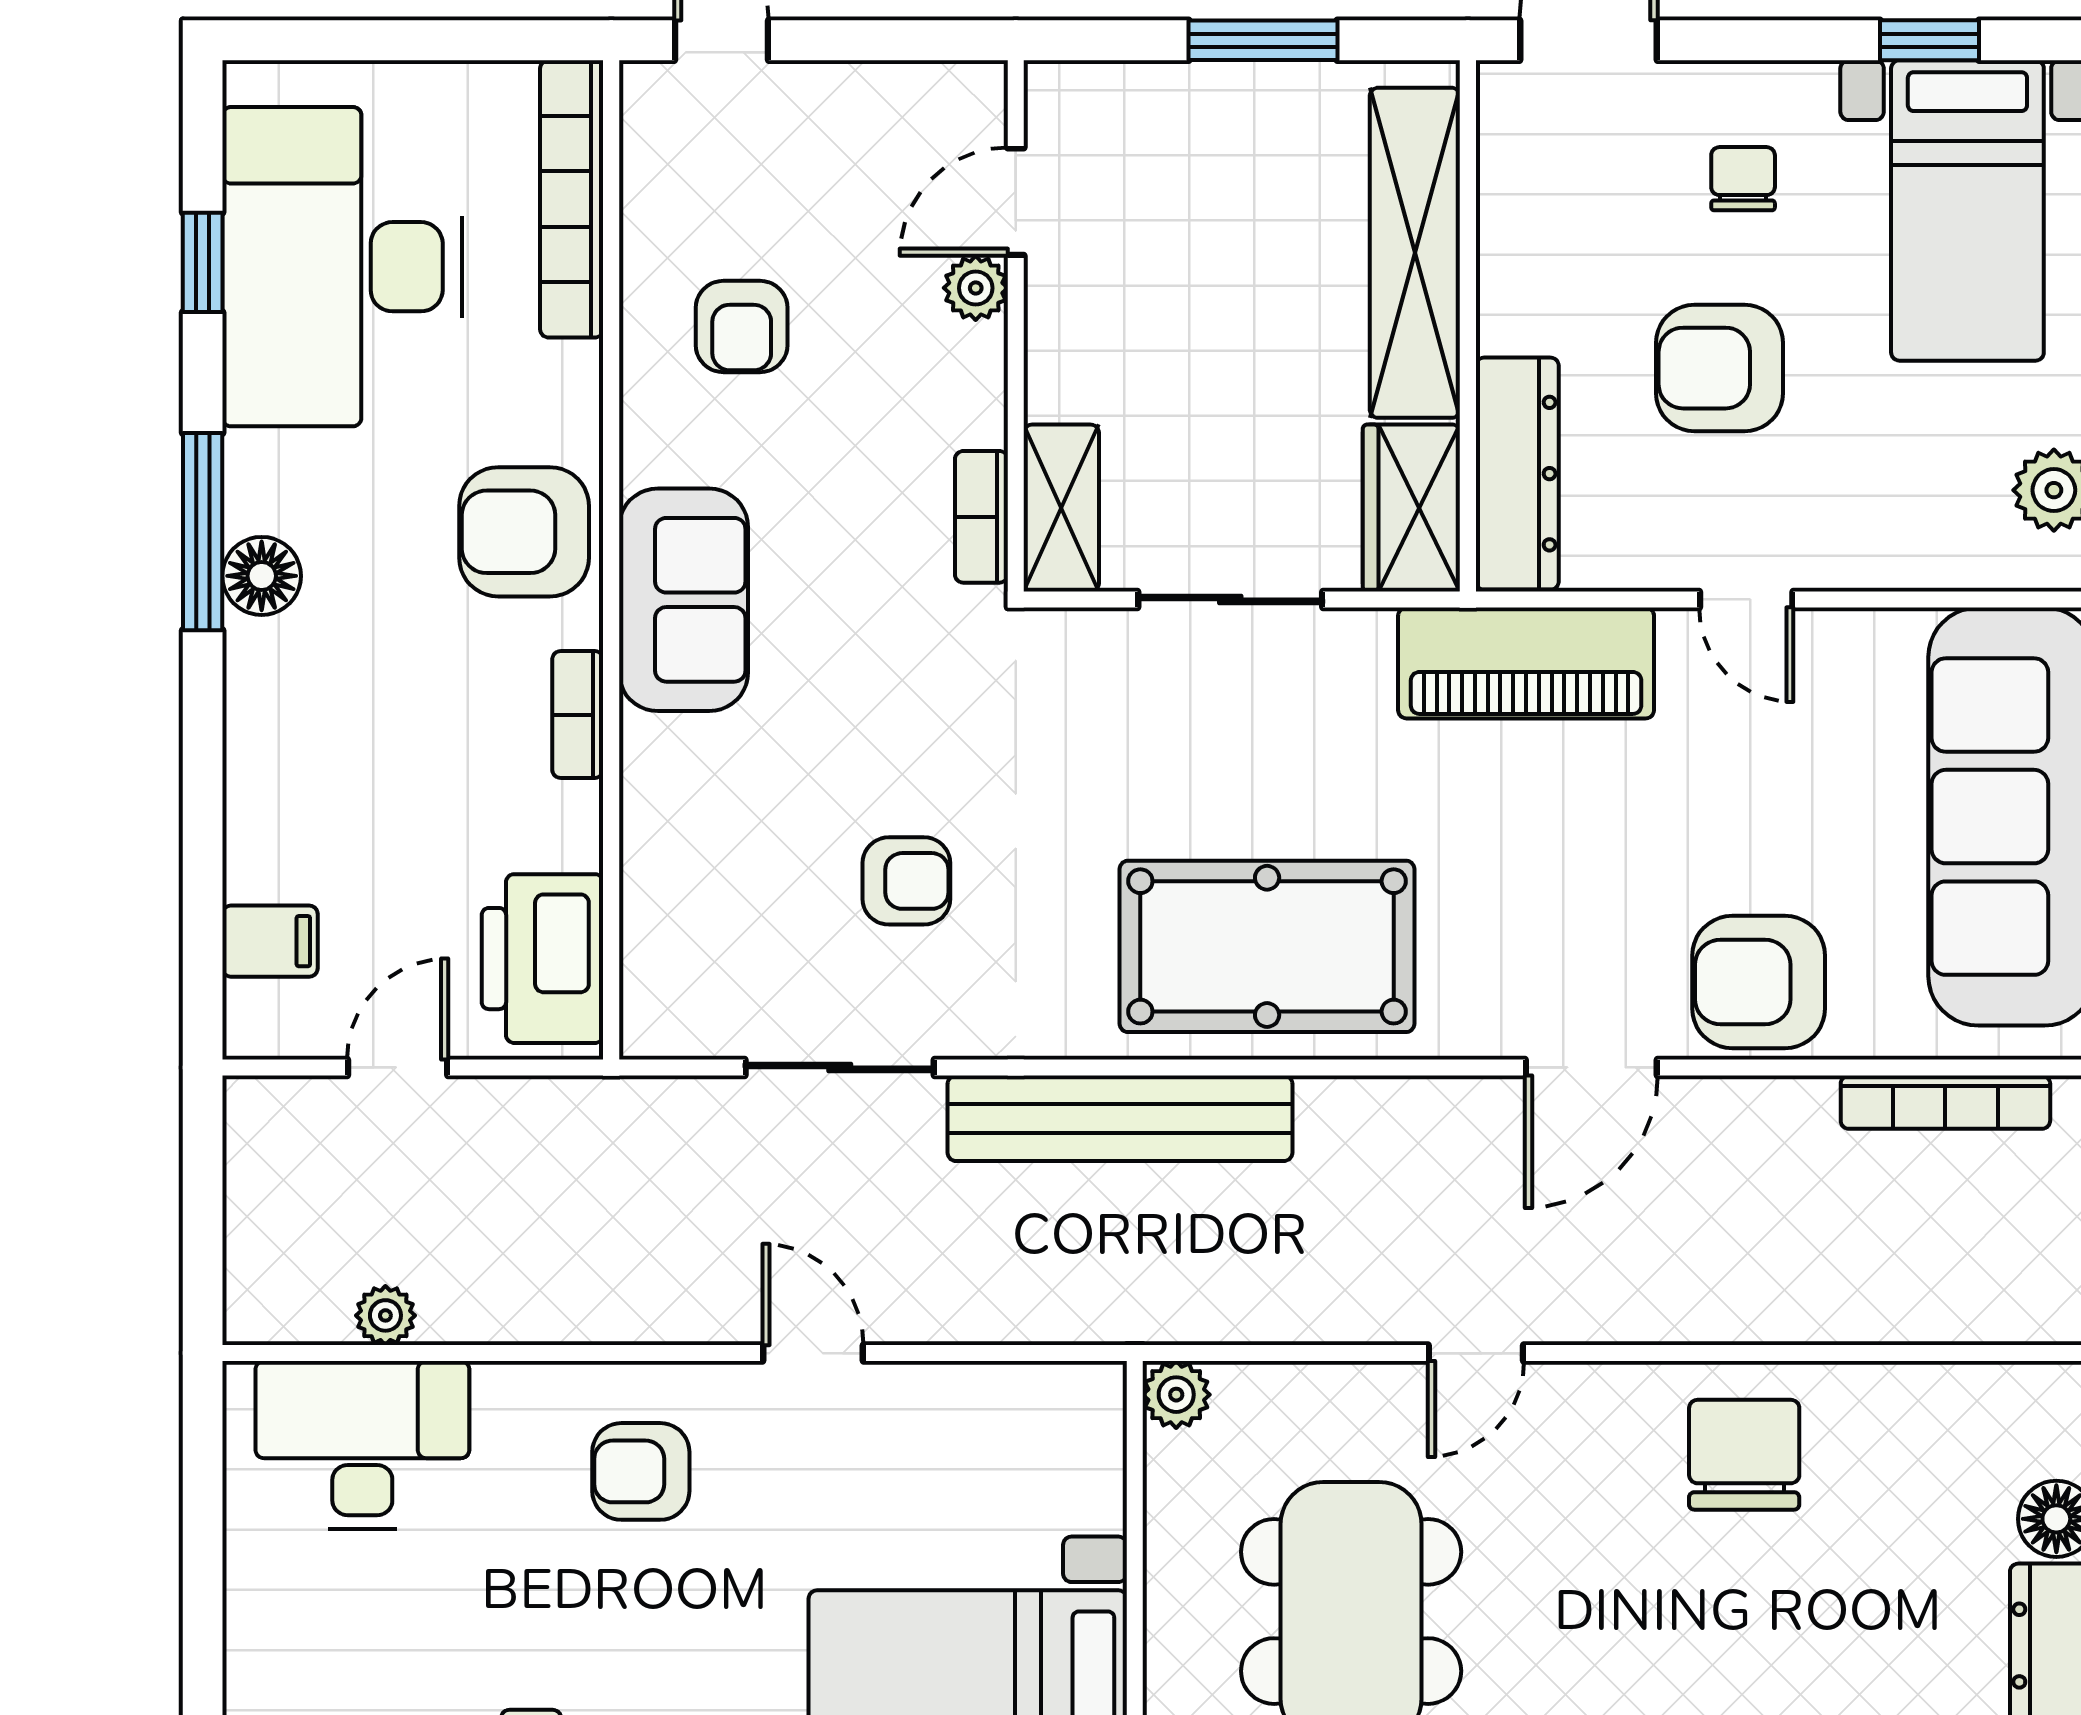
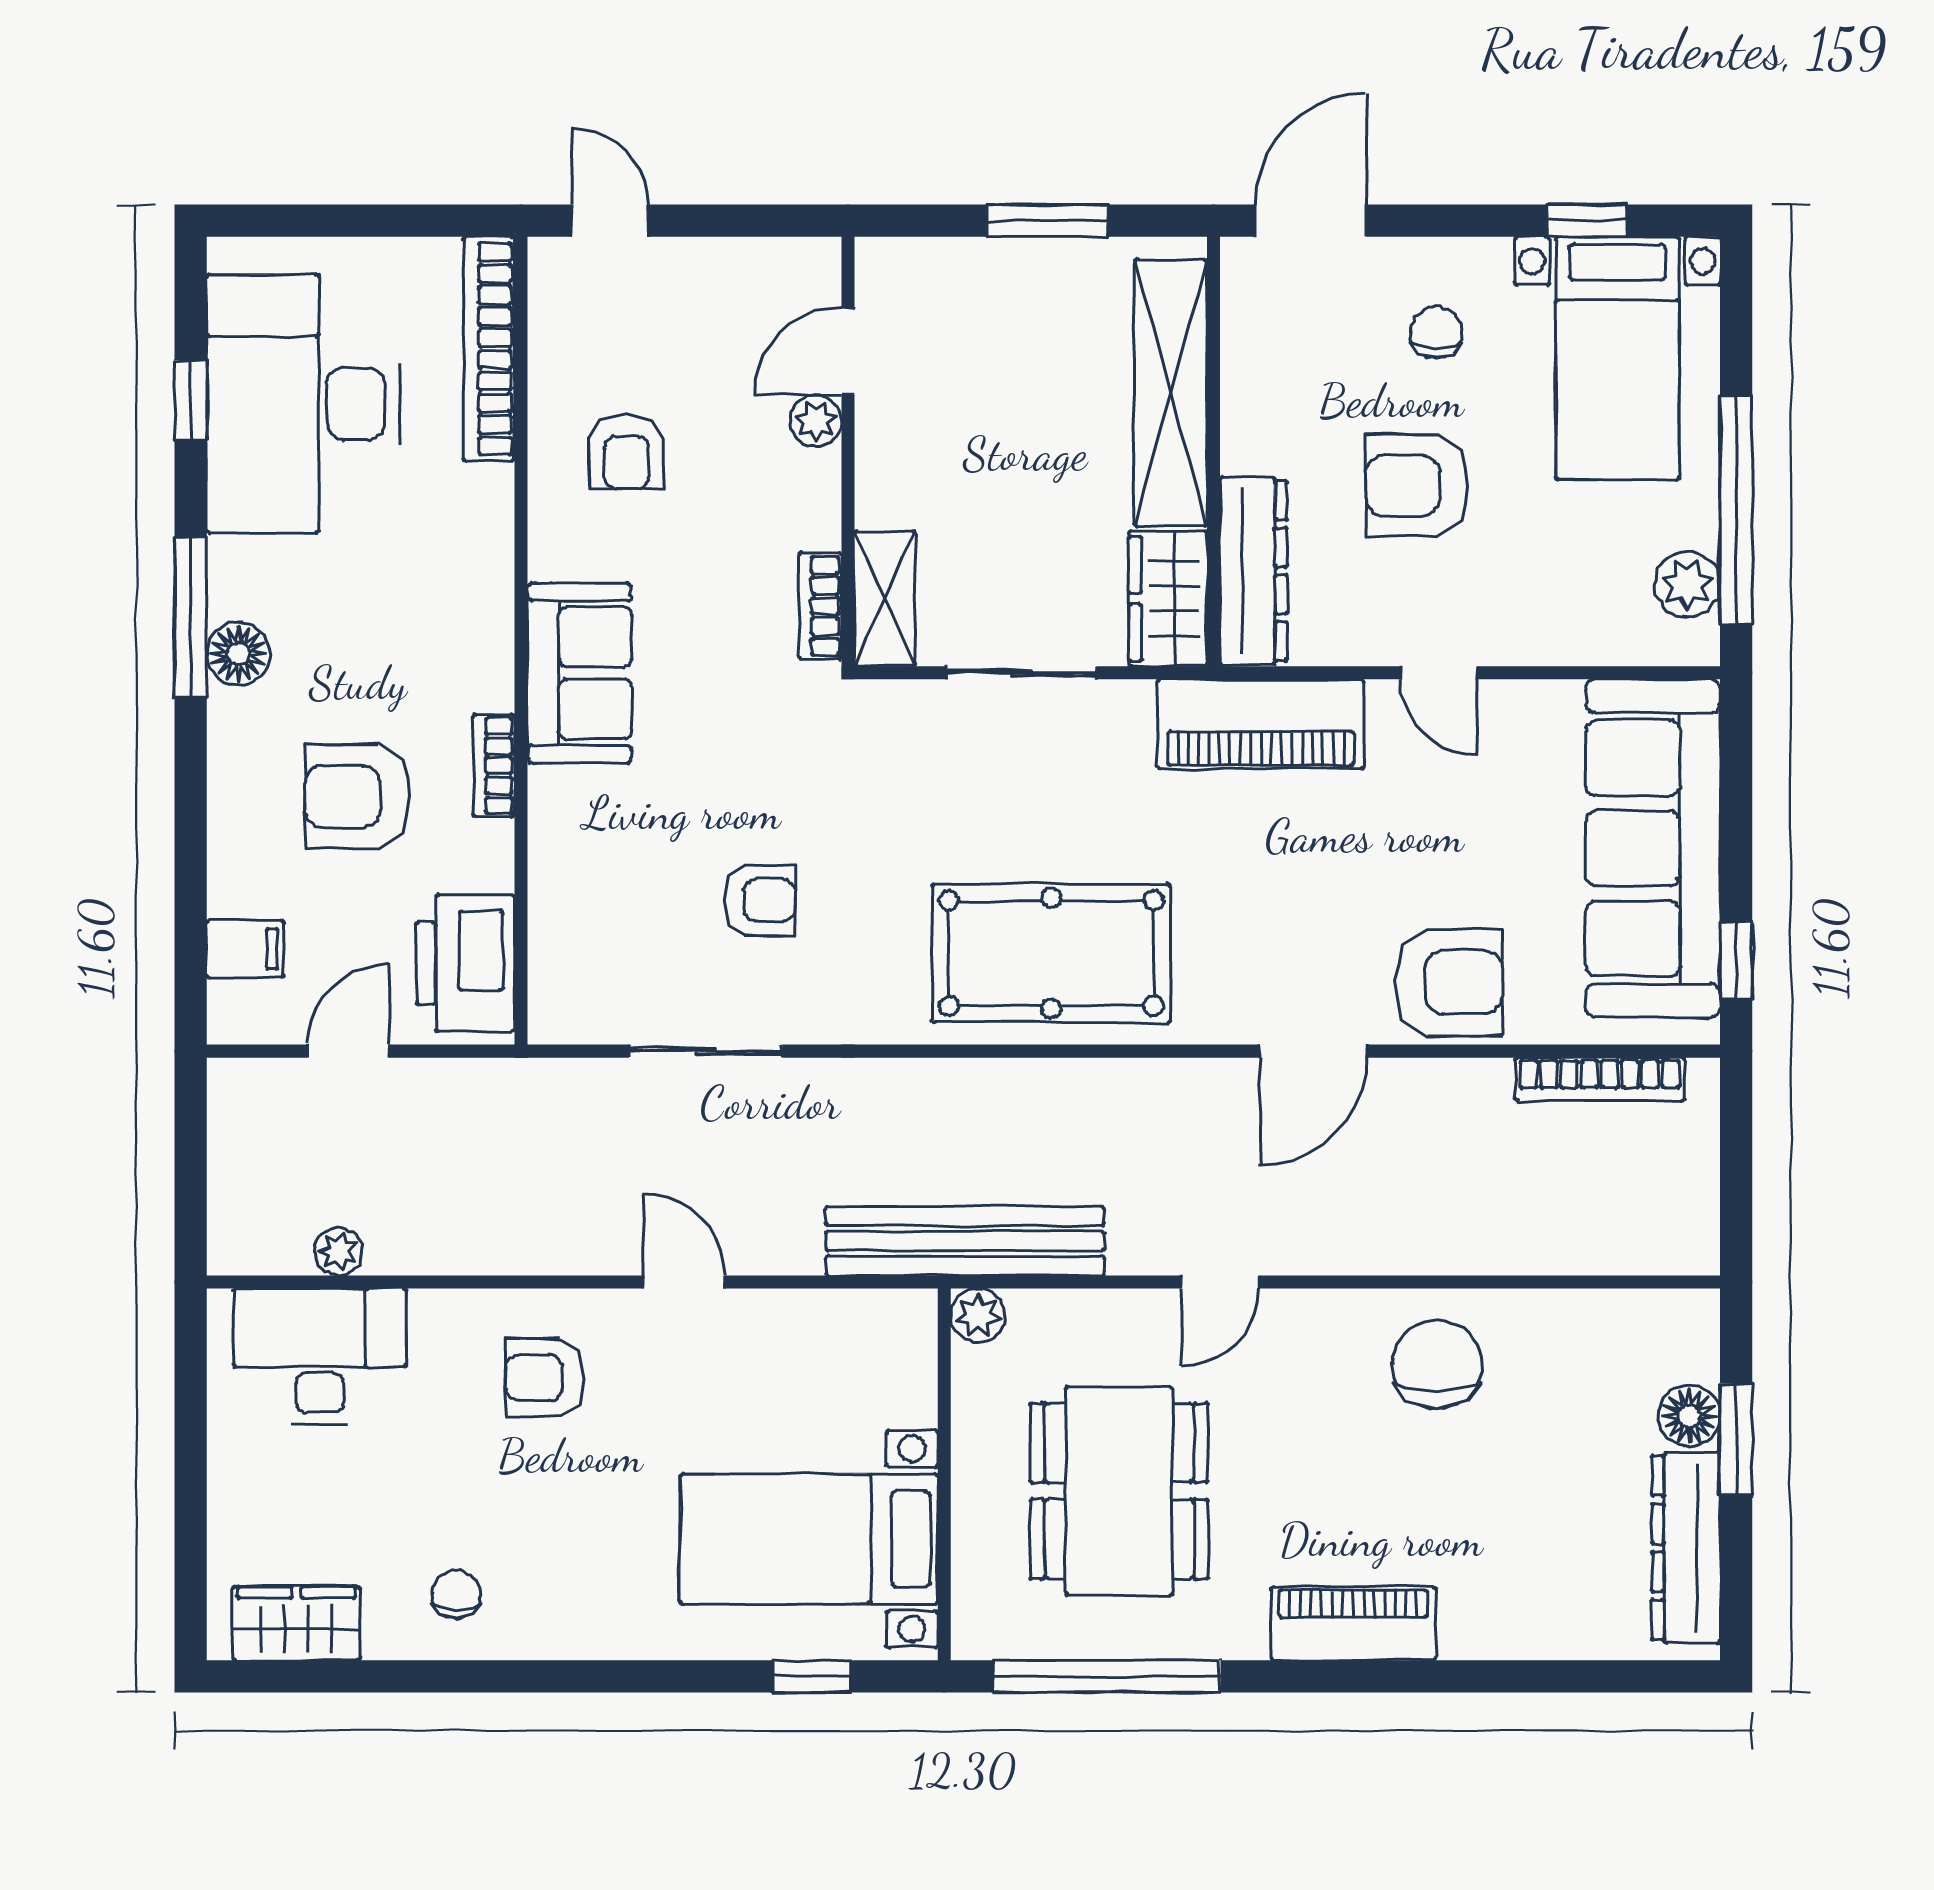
armchair: (524, 532) -> (357, 797), moved
armchair: (1759, 982) -> (1449, 982), turned 180
bench: (1120, 1118) -> (965, 1241), moved

